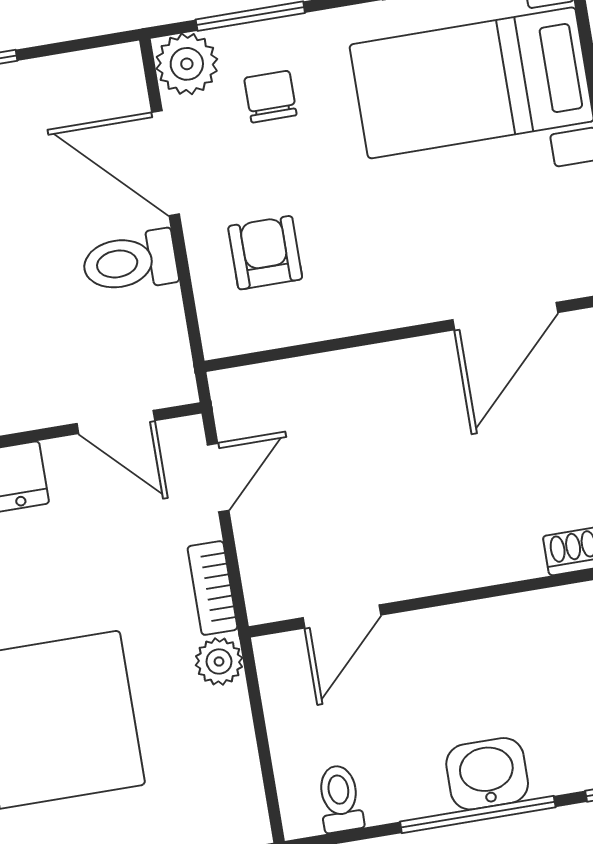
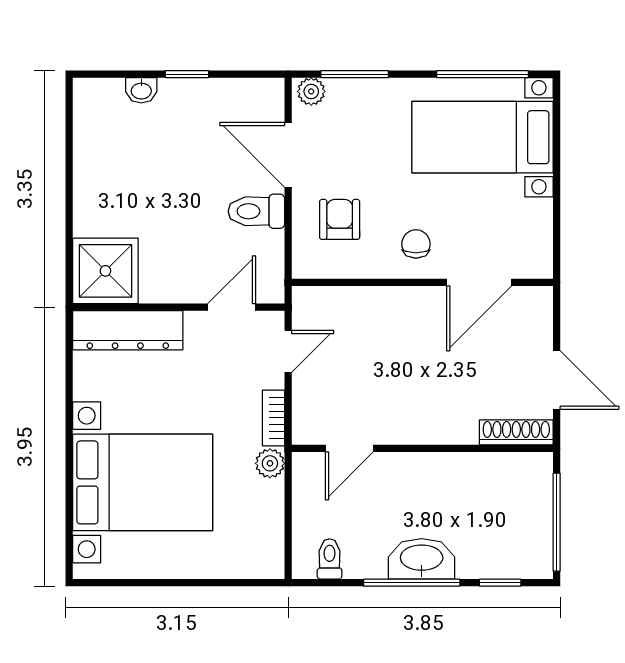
plant: (187, 64) -> (311, 91), width x0.73, depth x0.73
chair: (270, 97) -> (416, 244), moved
door: (116, 422) -> (232, 307), swing flipped
washbasin: (487, 774) -> (422, 559), width x1.38

